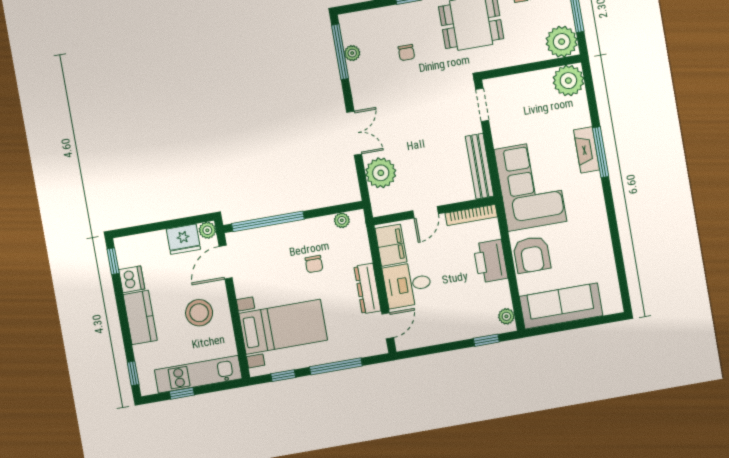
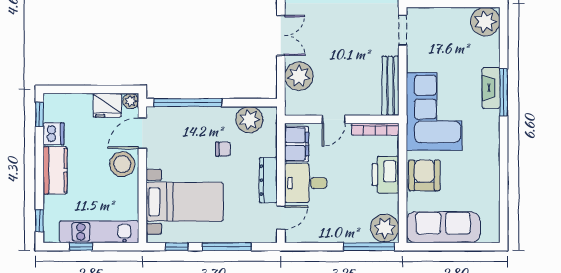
plant: (342, 220) -> (249, 120), width x1.87, depth x1.87
armchair: (532, 255) -> (424, 175), turned 180
chair: (314, 264) -> (223, 149), turned -90
stool: (199, 313) -> (122, 164), moved
plant: (506, 316) -> (385, 228), width x1.88, depth x1.88
window: (486, 340) -> (369, 247), width x2.17

